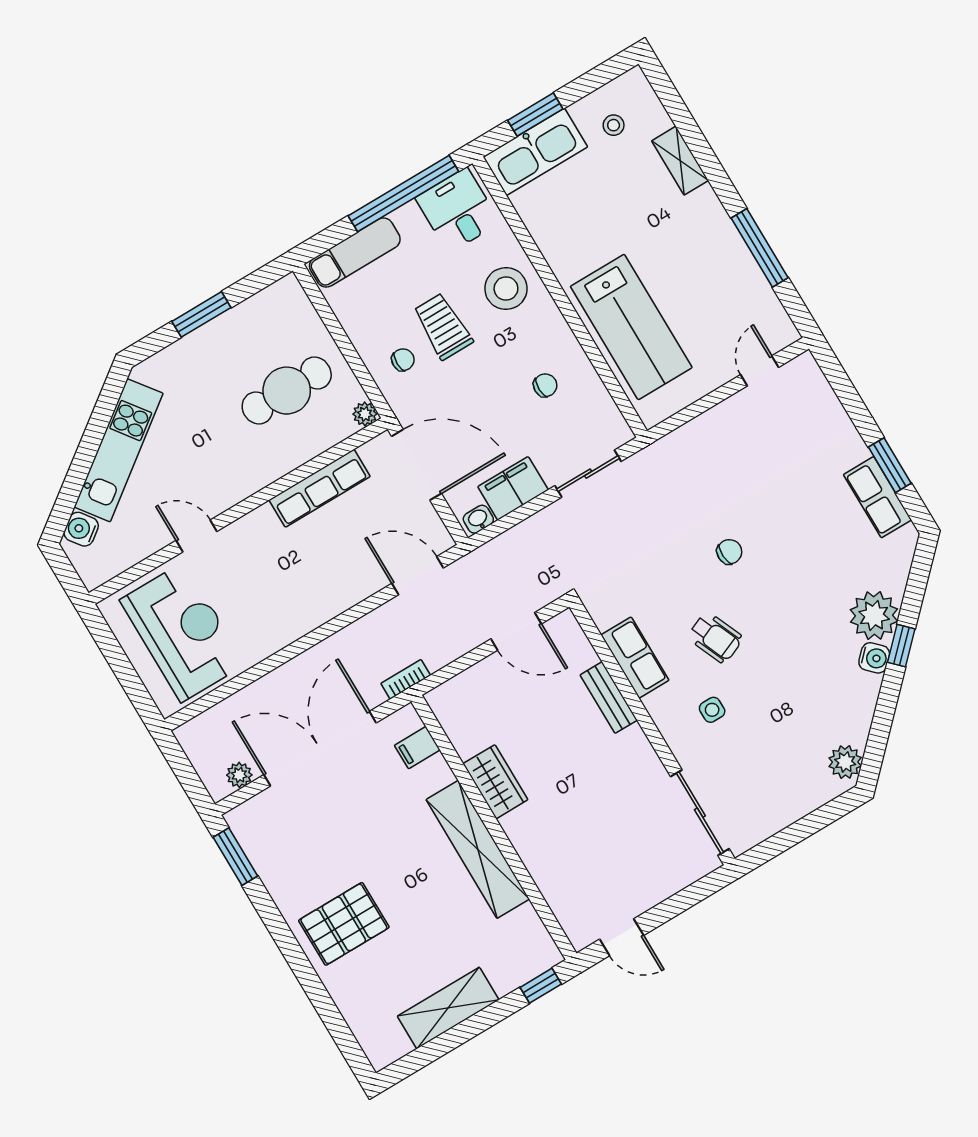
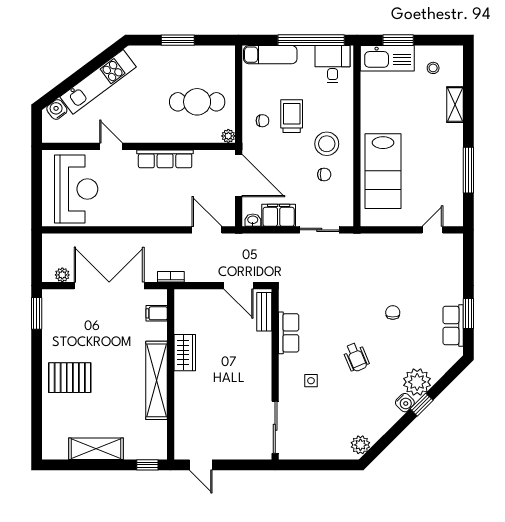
stool: (506, 289) -> (327, 144), moved
row of seats: (320, 488) -> (165, 159), moved
chair: (729, 552) -> (393, 312), moved, turned -87
wheelchair: (715, 638) -> (356, 357), moved
bench: (609, 698) -> (264, 312), moved

